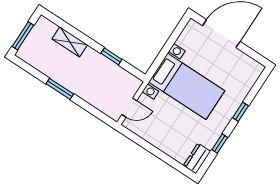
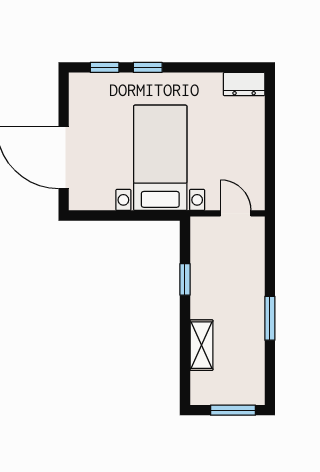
window: (220, 144) -> (105, 67), moved

